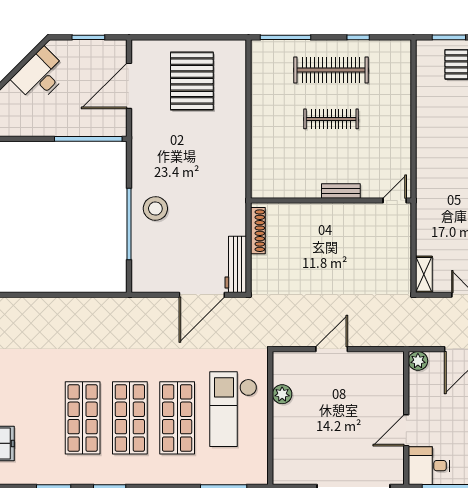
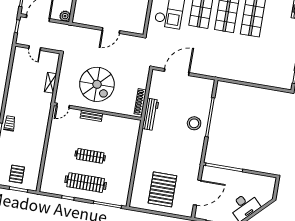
spiral stairs: (340, 249) -> (97, 84), added
workbench: (236, 264) -> (151, 114), moved
shelving: (424, 274) -> (50, 83), moved
plant: (282, 394) -> (142, 10), removed

